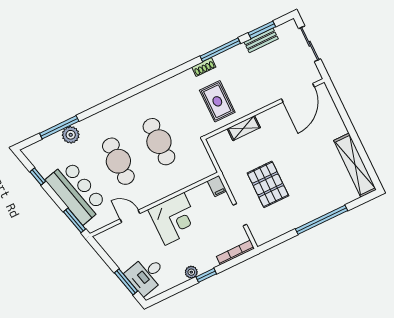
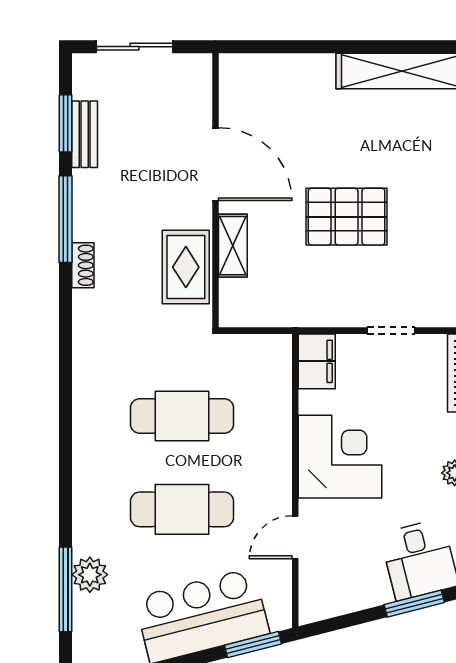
door: (298, 93) -> (215, 164), moved
rug: (217, 101) -> (186, 267), moved, turned 90
pallet: (268, 184) -> (347, 217), moved
filing cabinet: (217, 186) -> (317, 361), width x2.00

